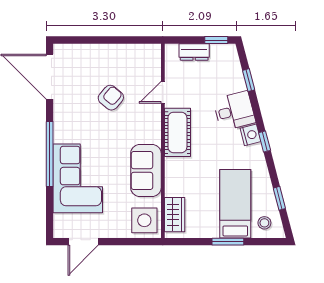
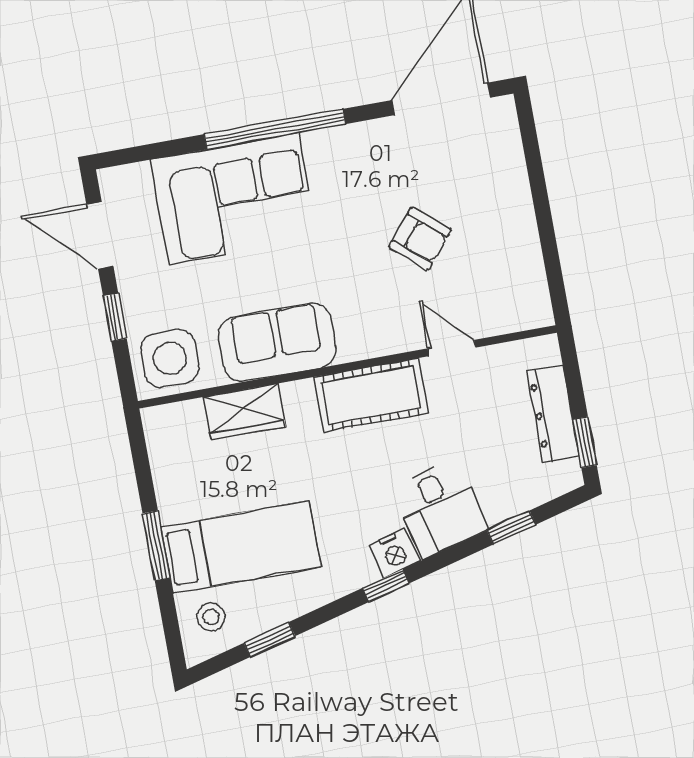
dresser: (194, 52) -> (553, 413), width x1.44
wardrobe: (175, 215) -> (245, 412), moved
window: (121, 242) -> (115, 317), added

